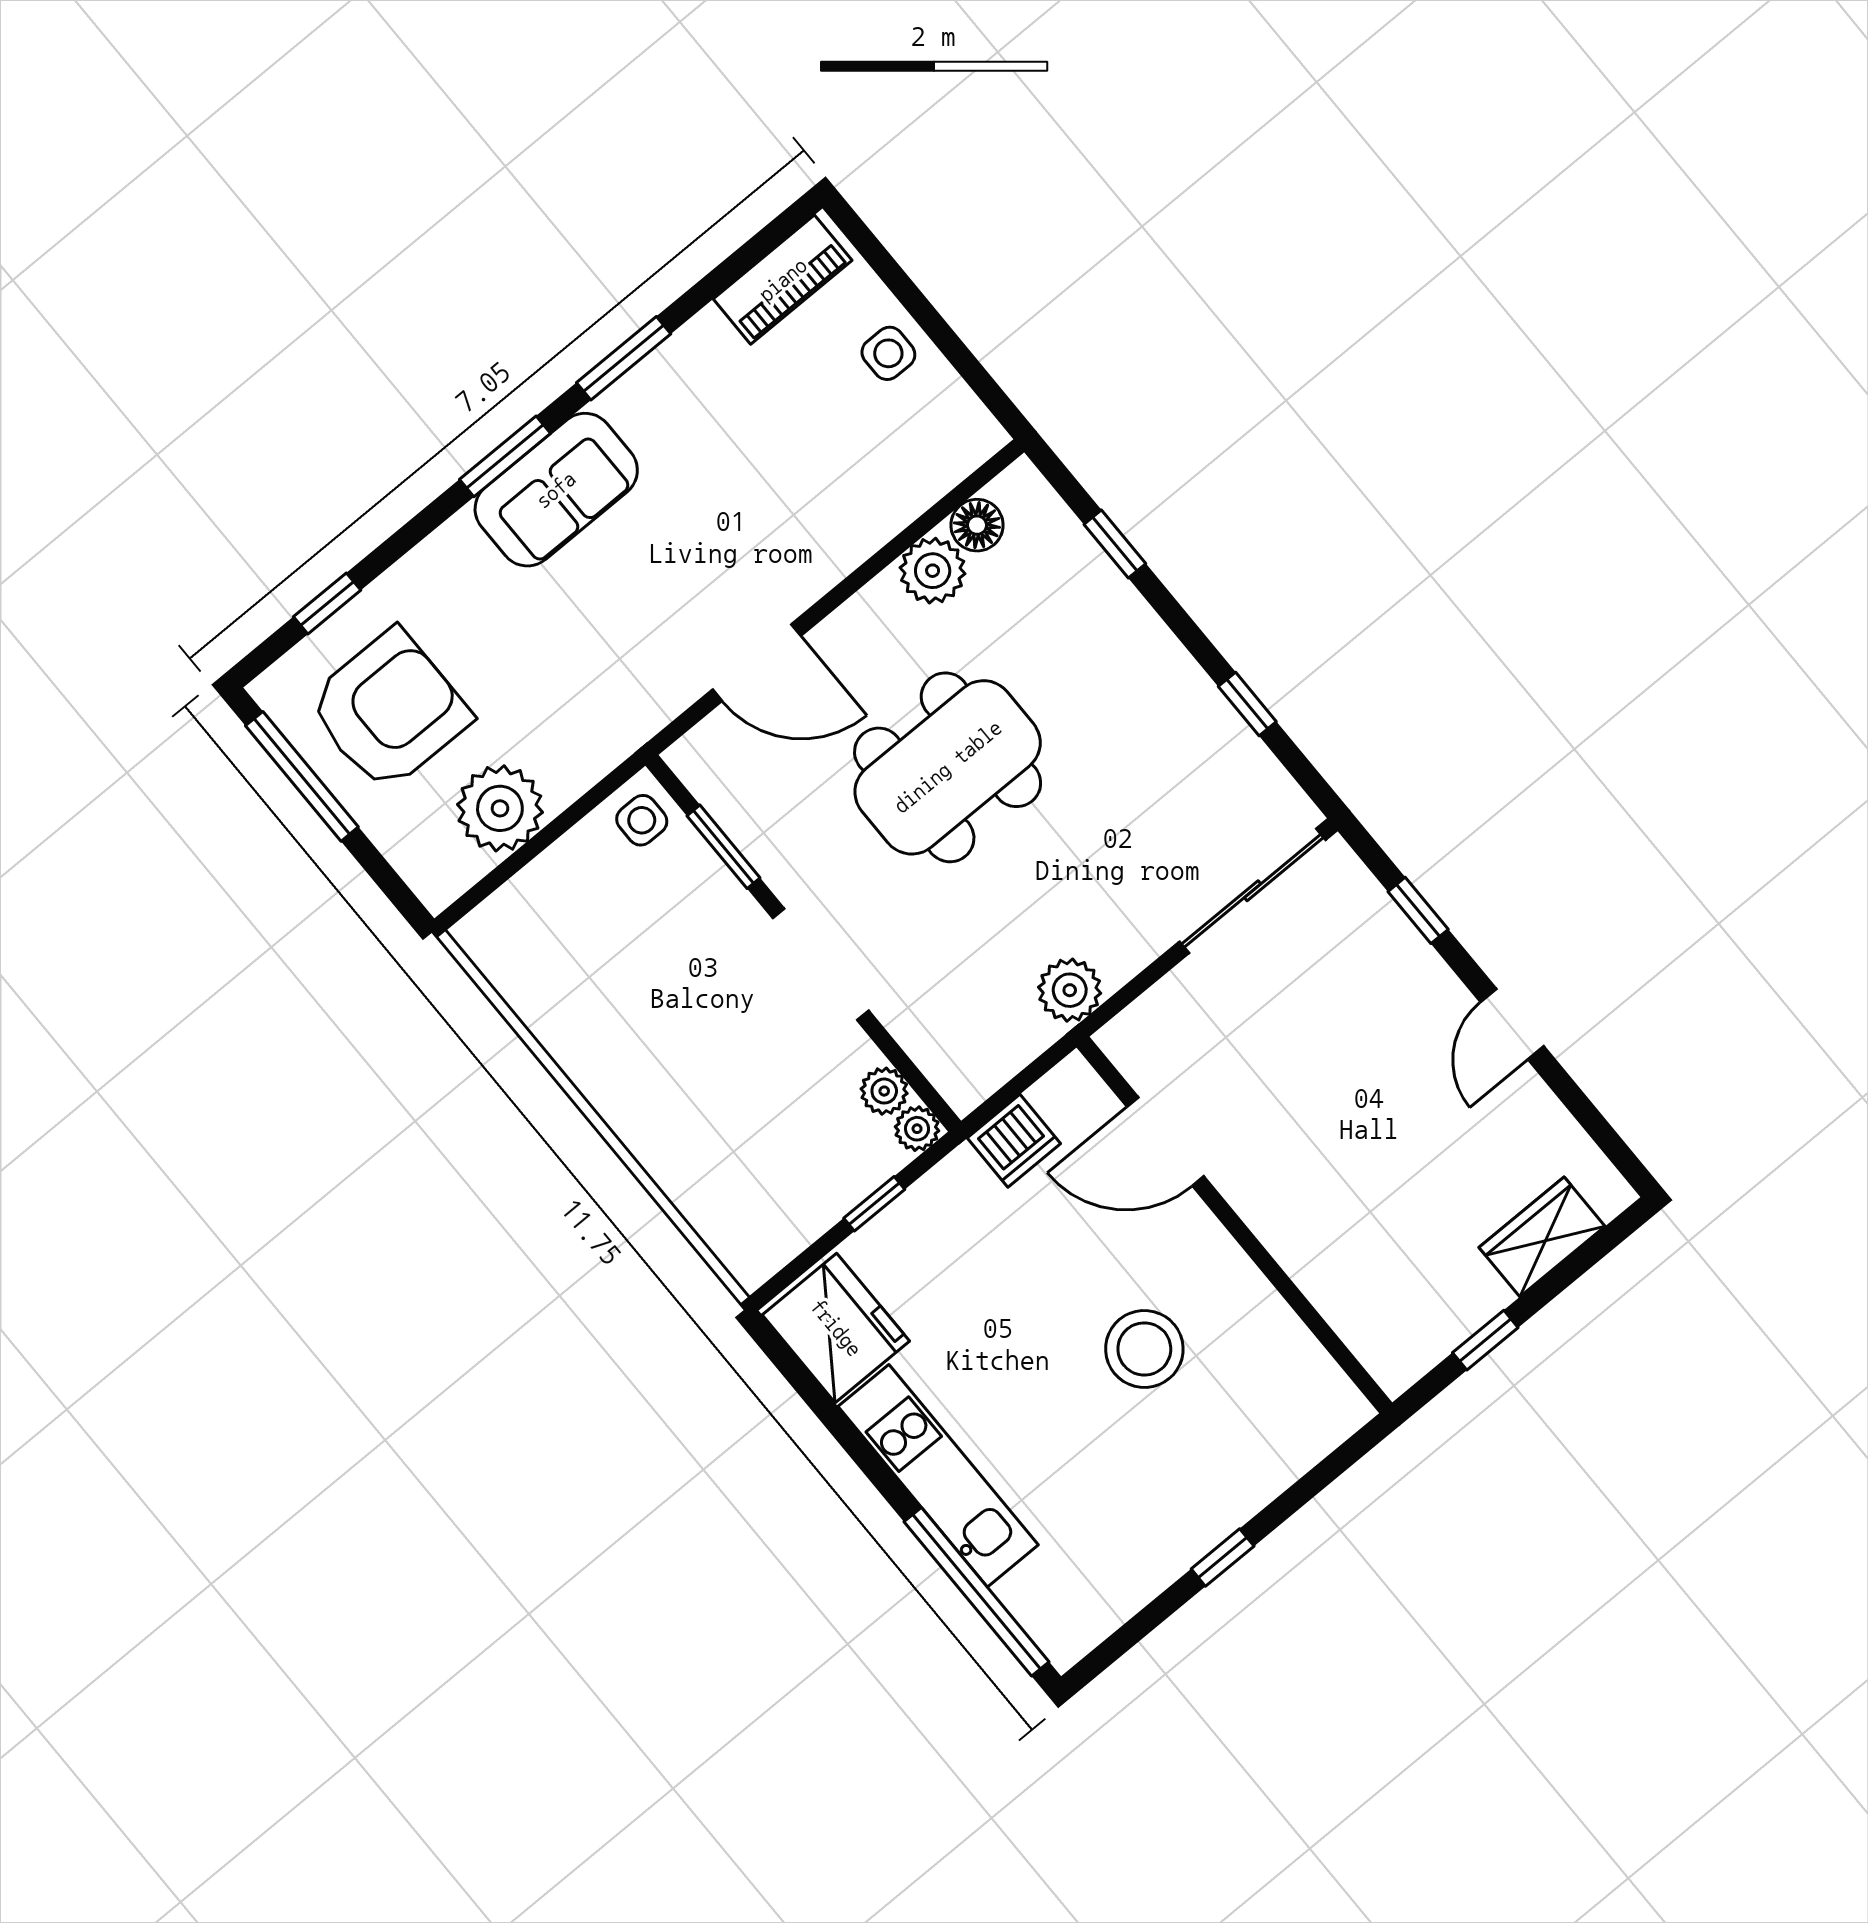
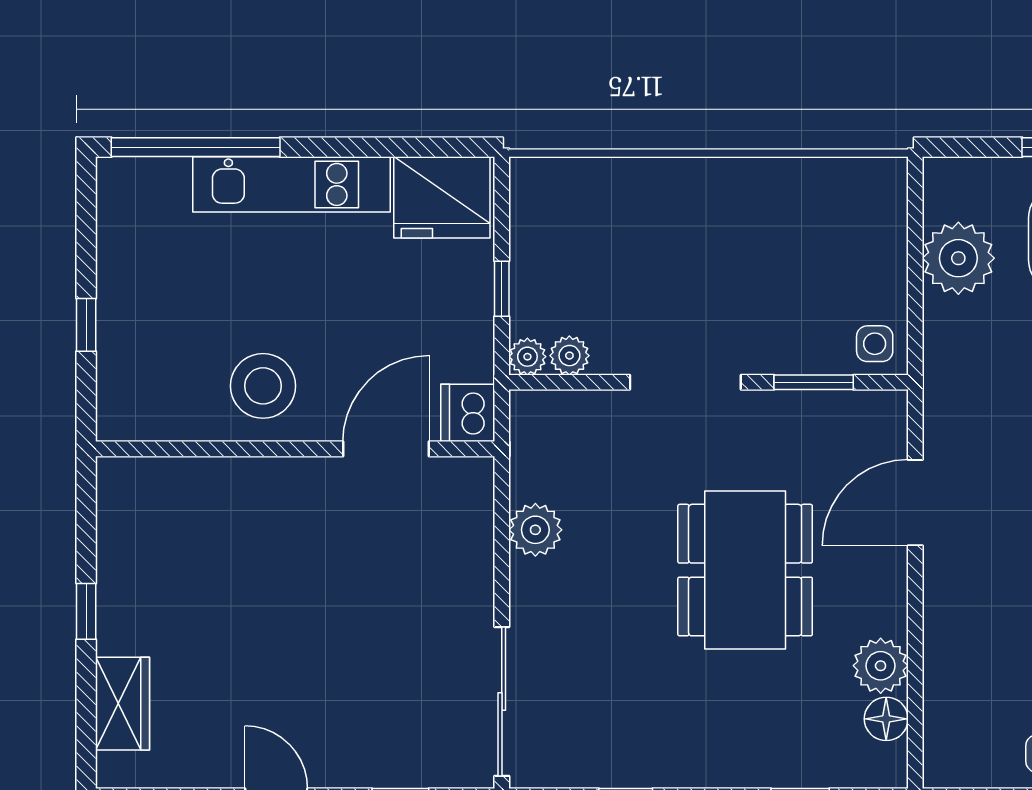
door: (1165, 1142) -> (386, 449), moved
wall: (1234, 1225) -> (295, 449), moved

